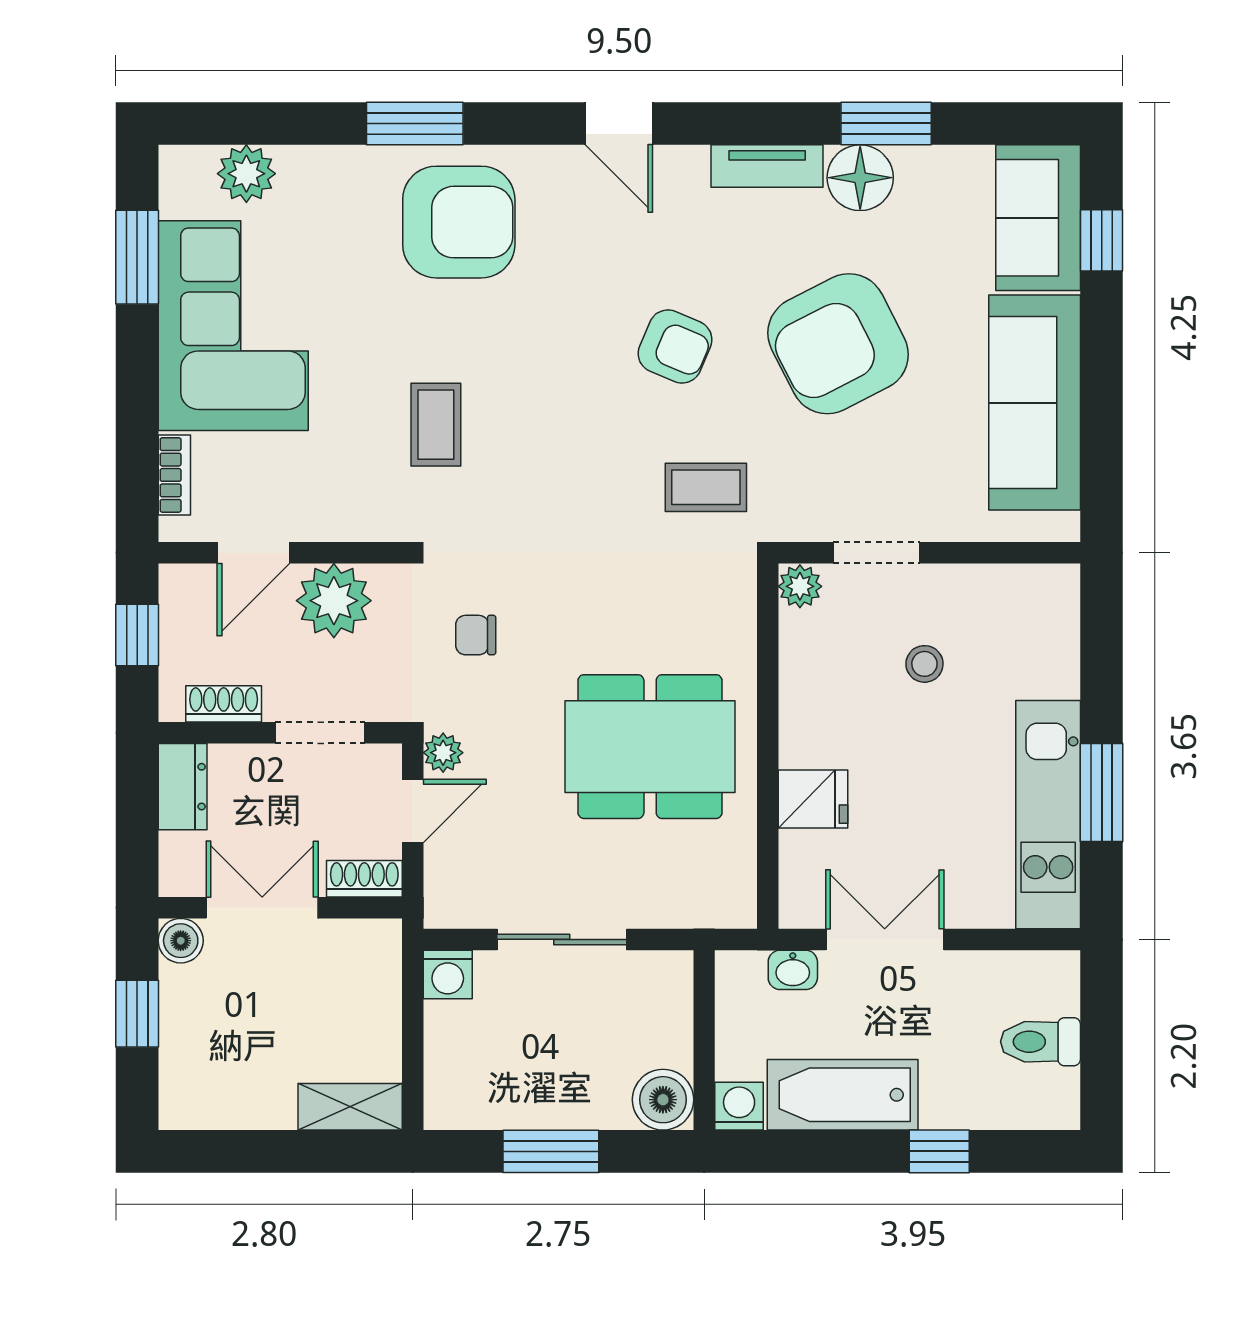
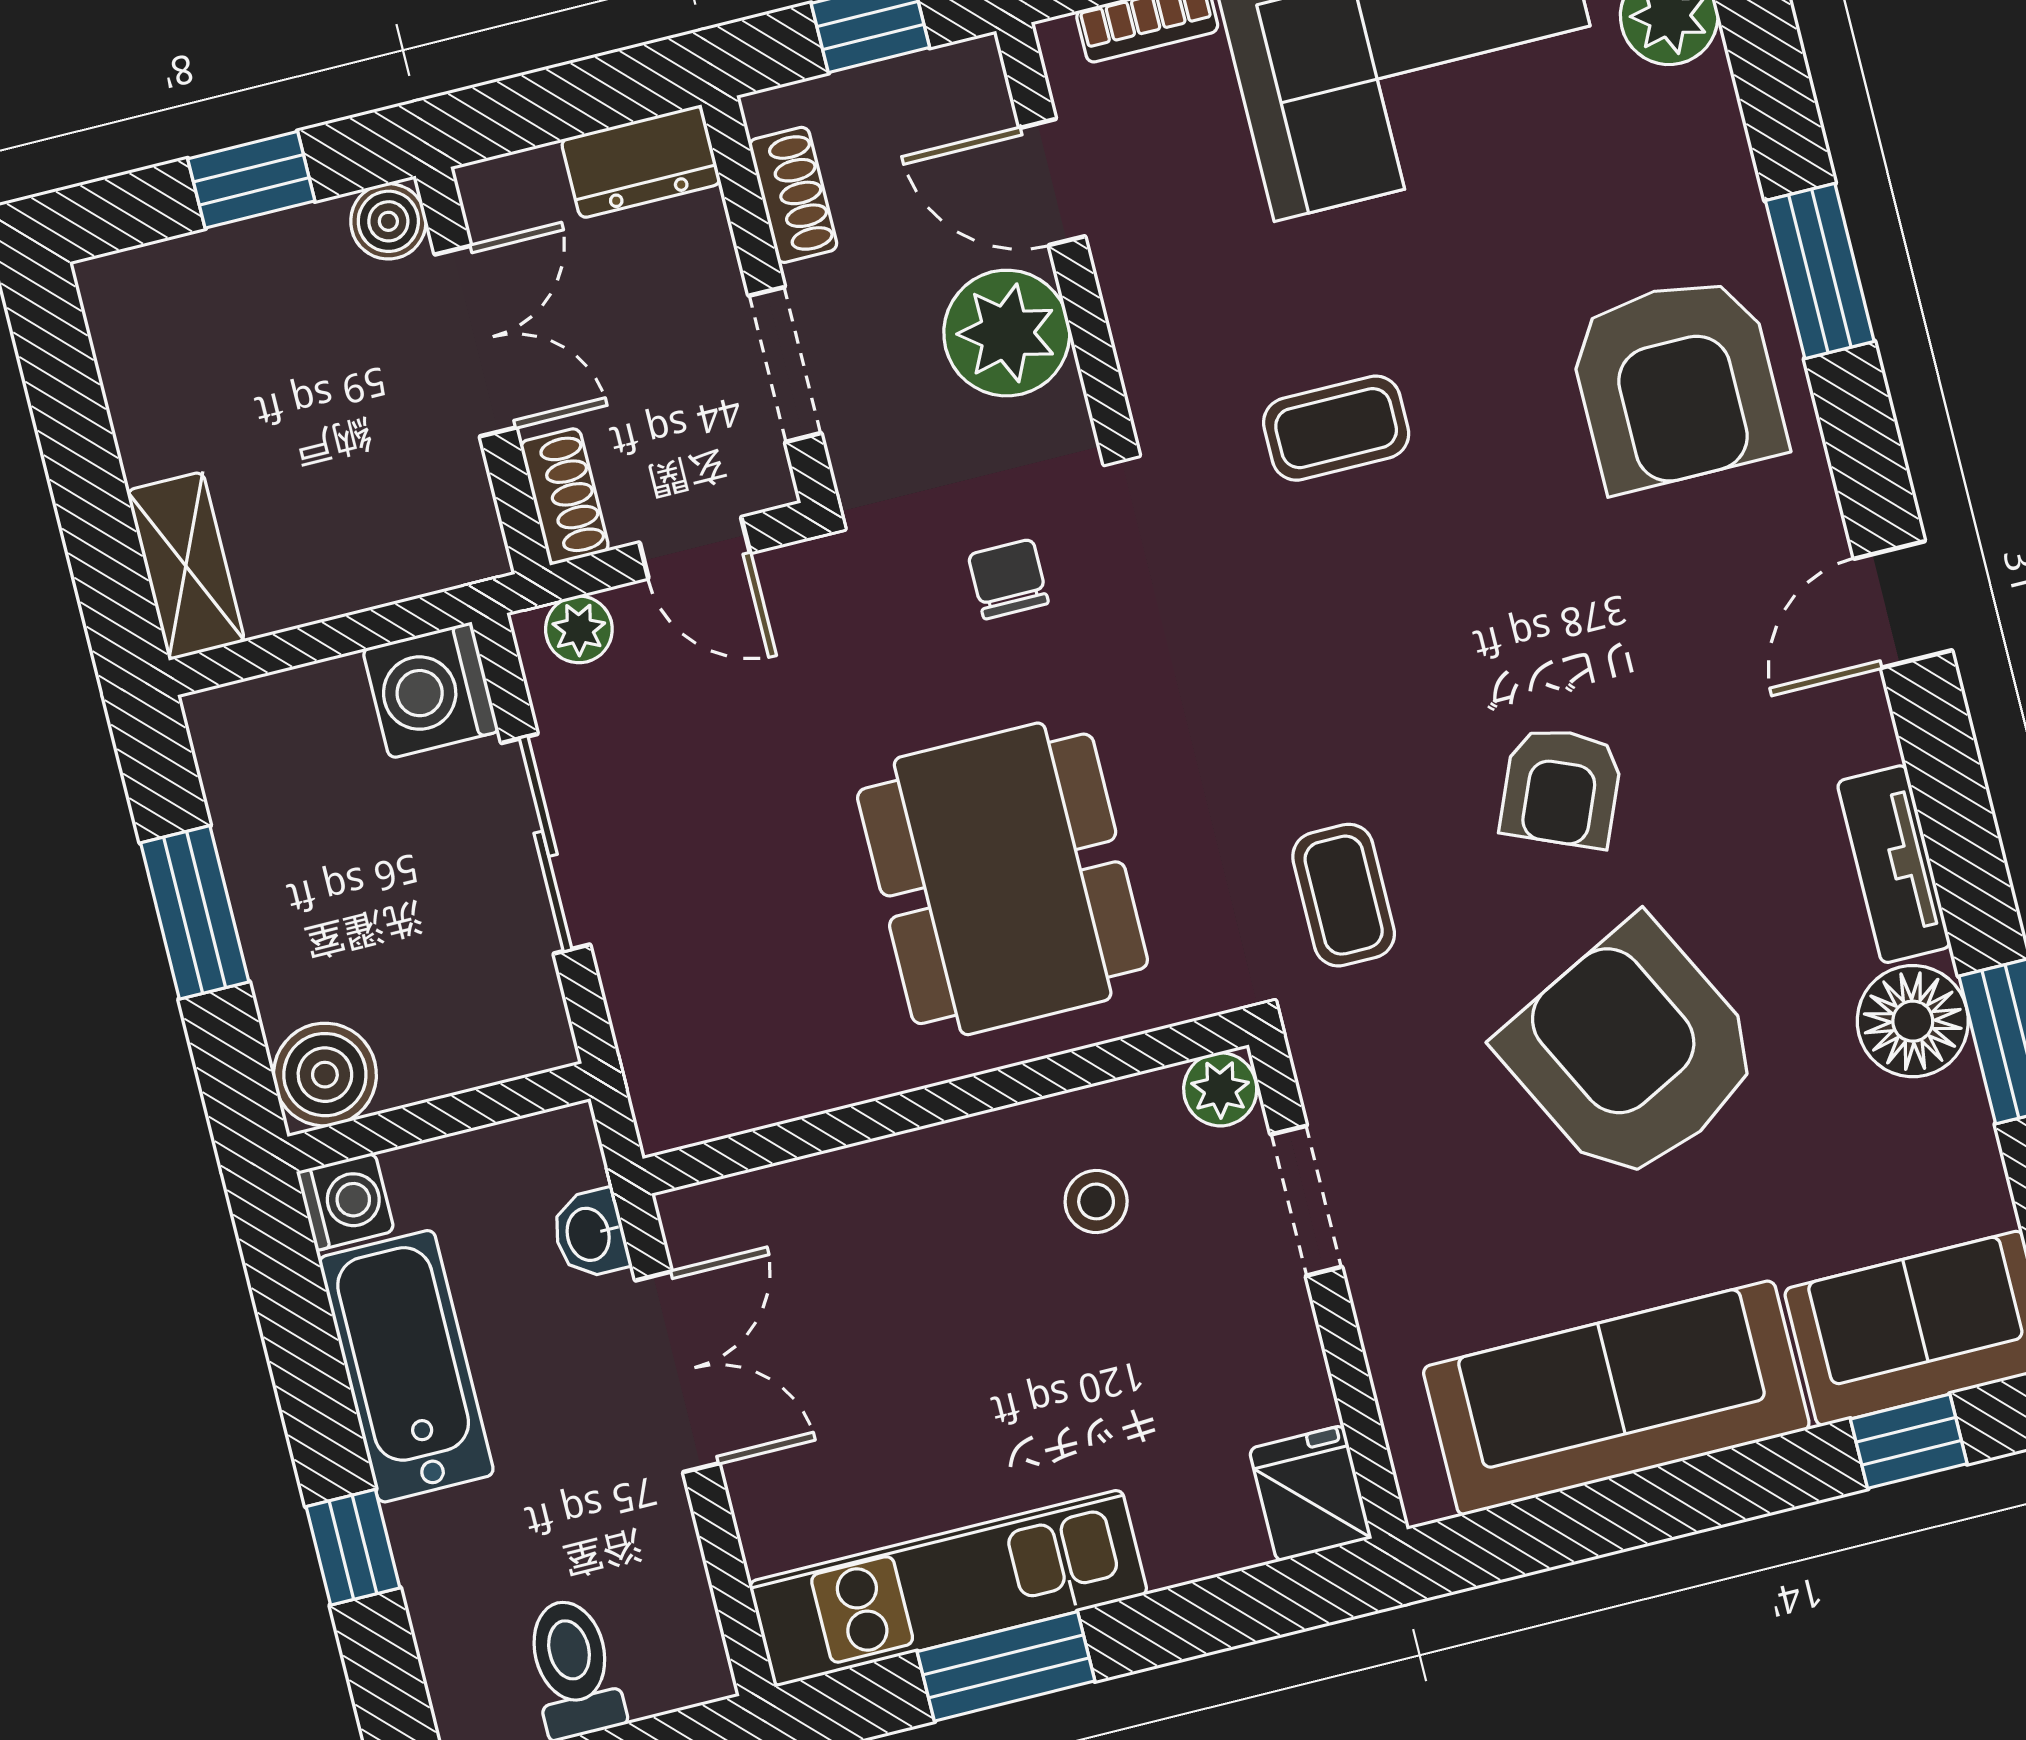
stool: (924, 664) -> (1096, 1201), moved
dining table: (650, 747) -> (1003, 879), moved
plant: (443, 753) -> (579, 629), moved
fridge: (813, 799) -> (1310, 1493), moved, turned 180
washing machine: (448, 974) -> (431, 690), width x1.38, depth x1.38

